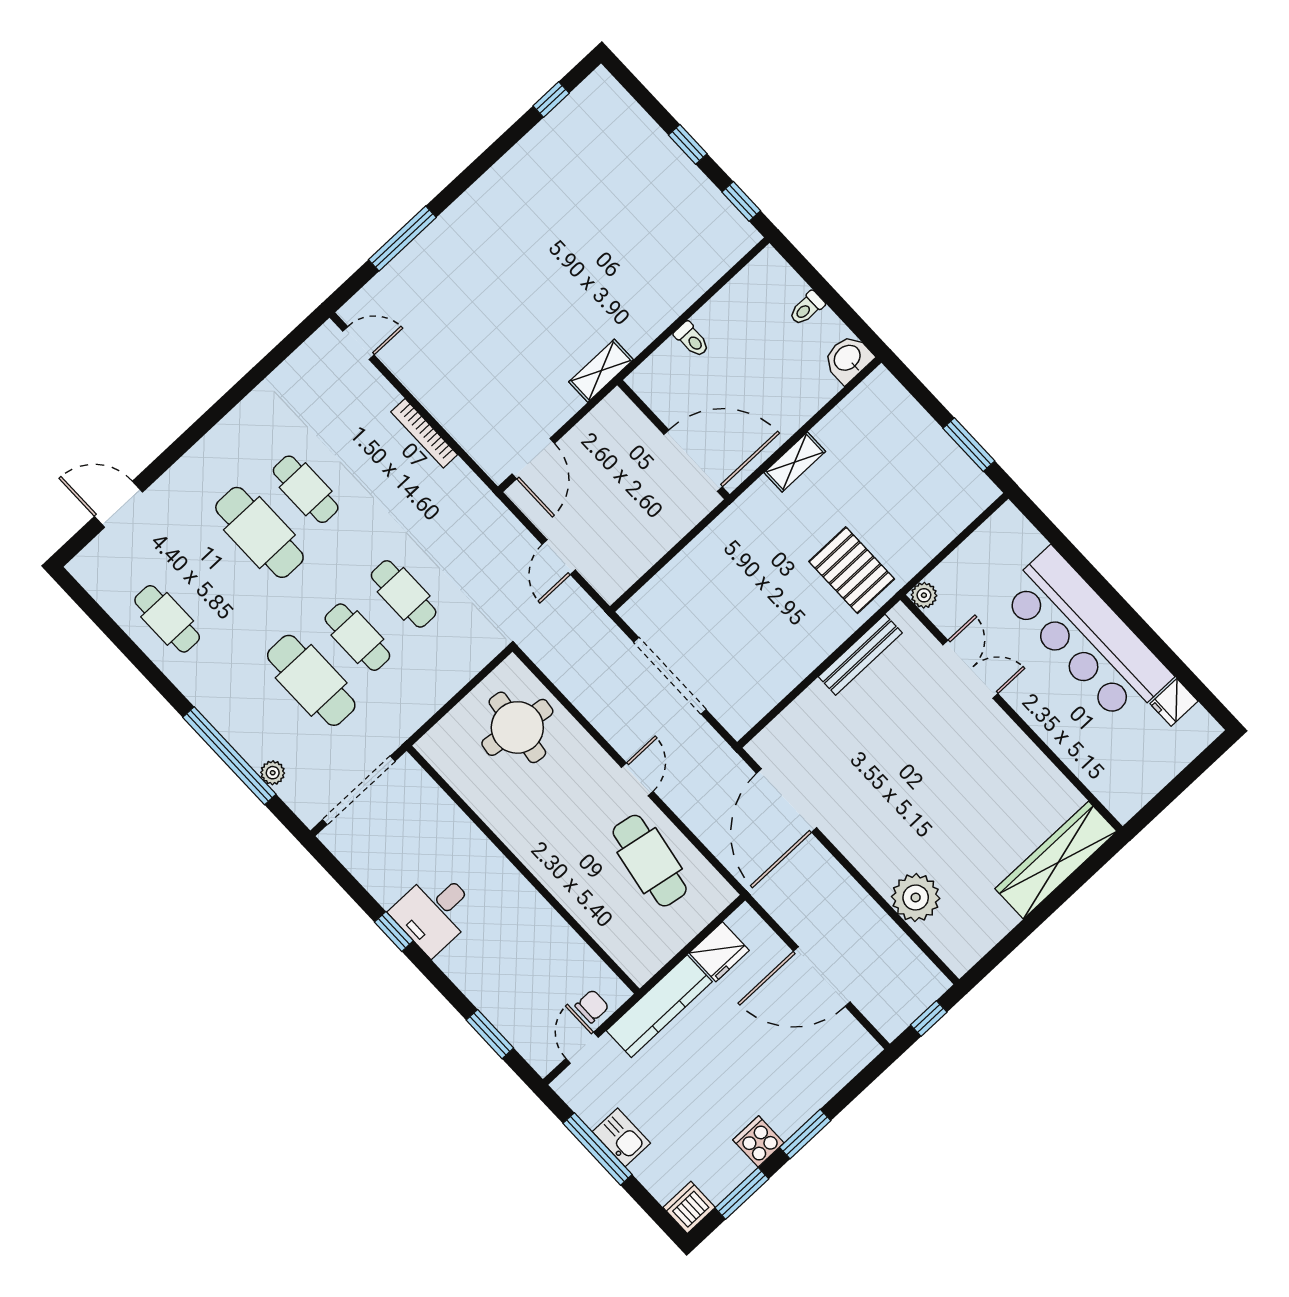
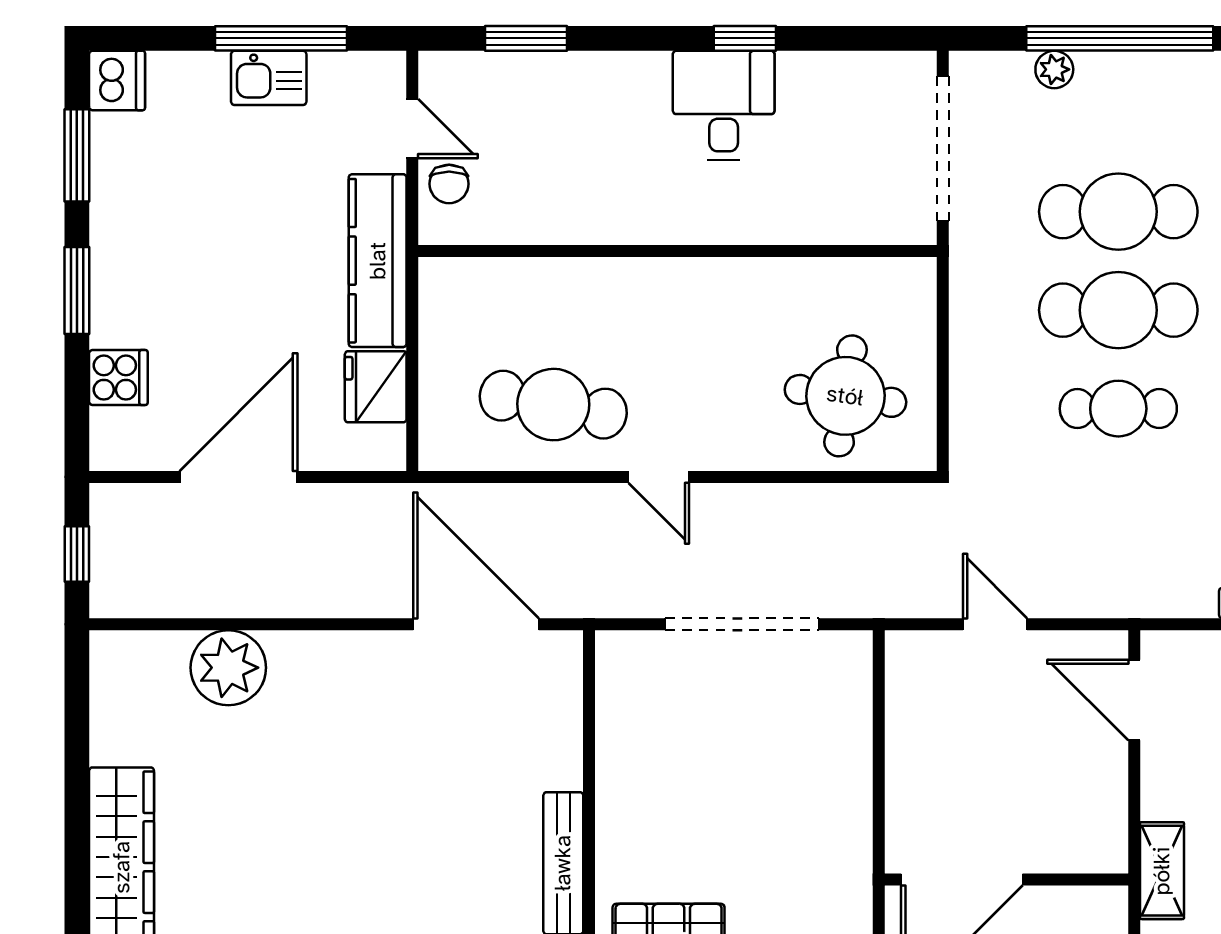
cafe table: (357, 637) -> (1118, 310), width x1.37, depth x1.35
cooker: (758, 1141) -> (118, 378), moved

